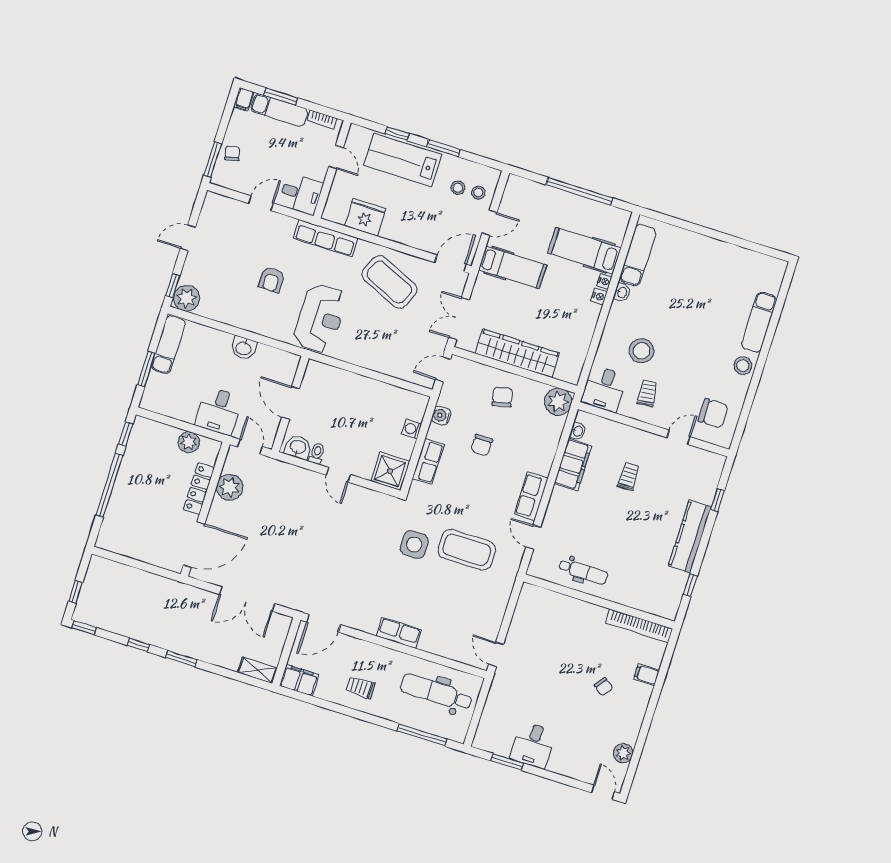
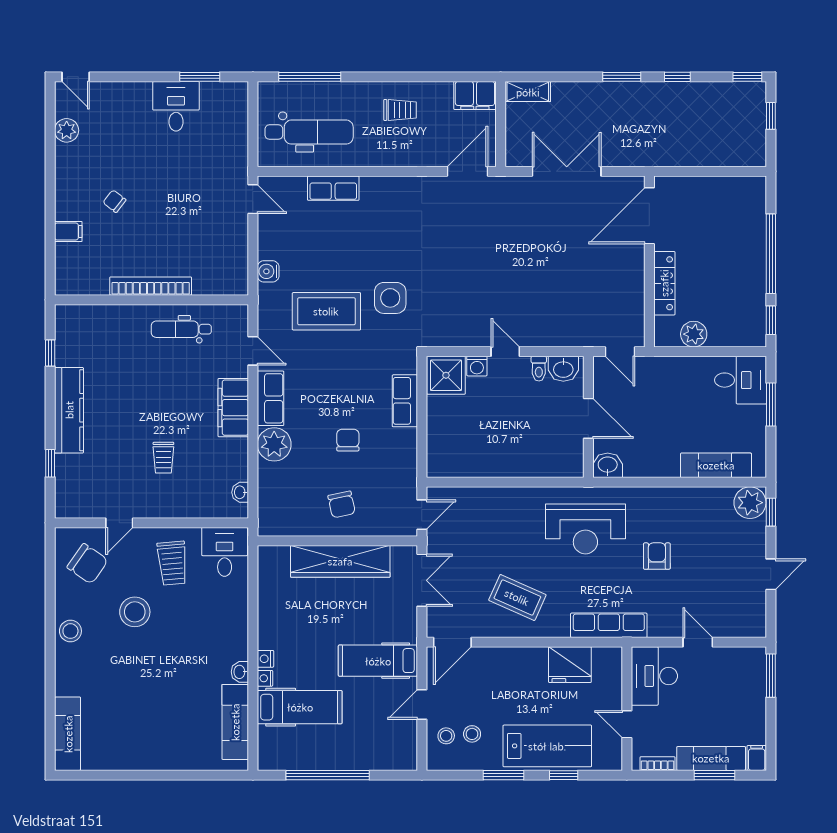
chair: (232, 153) -> (750, 690), removed
desk: (301, 194) -> (654, 676), width x1.37
door: (261, 203) -> (698, 642), swing flipped
coffee table: (389, 282) -> (517, 597), width x0.73, depth x0.76
reception desk: (320, 318) -> (585, 529), turned -90
exam couch: (759, 322) -> (68, 734), moved
exam couch: (168, 345) -> (716, 465), moved, turned 90
washbasin: (244, 348) -> (608, 465), moved
stool: (642, 351) -> (135, 612), moved
trolley: (647, 393) -> (172, 563), width x1.36, depth x1.39
plant: (558, 402) -> (274, 444), moved
desk: (219, 411) -> (741, 380), moved, turned 90
chair: (713, 413) -> (87, 564), turned -145
water cooler: (441, 416) -> (268, 271), moved, turned 180
washing machine: (412, 429) -> (477, 366), moved, turned 90
filing cabinet: (573, 465) -> (233, 408), moved
plant: (230, 487) -> (629, 296), removed
bookcase: (639, 626) -> (151, 286), moved
row of seats: (399, 633) -> (333, 188), moved

